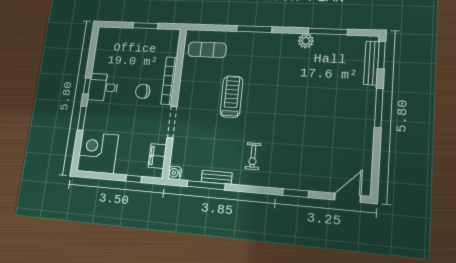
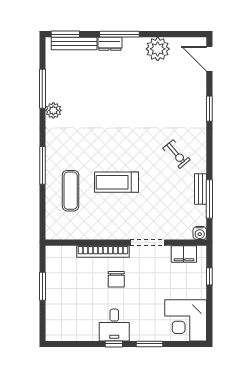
exercise mat: (207, 50) -> (71, 191), moved
dresser: (369, 98) -> (110, 44), added
plant: (361, 145) -> (158, 49), added
exercise bike: (253, 156) -> (176, 154), turned 50

